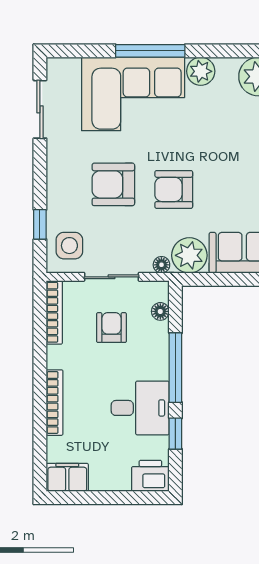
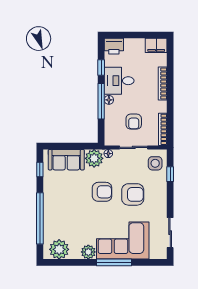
floor lamp: (160, 311) -> (109, 100), moved

